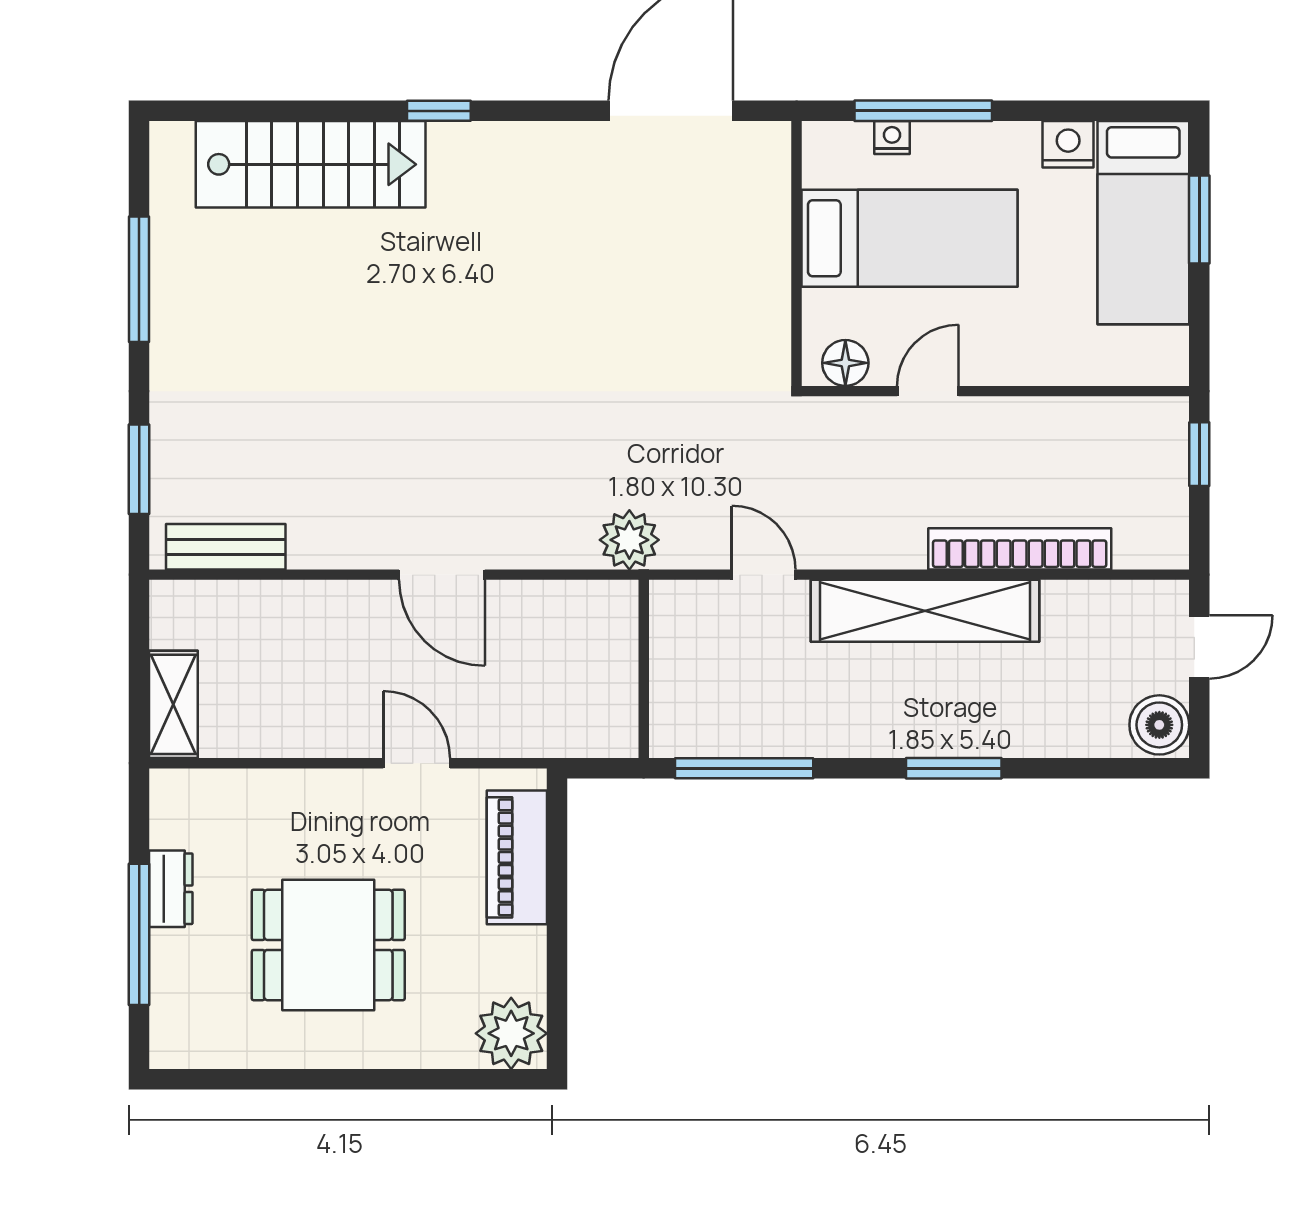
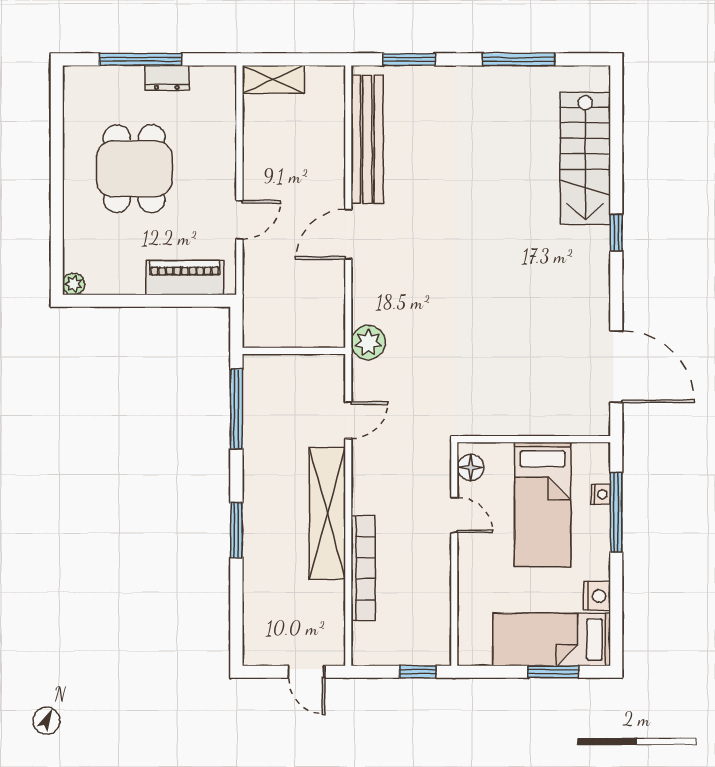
bench: (226, 547) -> (367, 139), width x1.86, depth x1.21
boiler: (1159, 725) -> (261, 649), removed
plant: (511, 1033) -> (74, 284), width x0.53, depth x0.53

